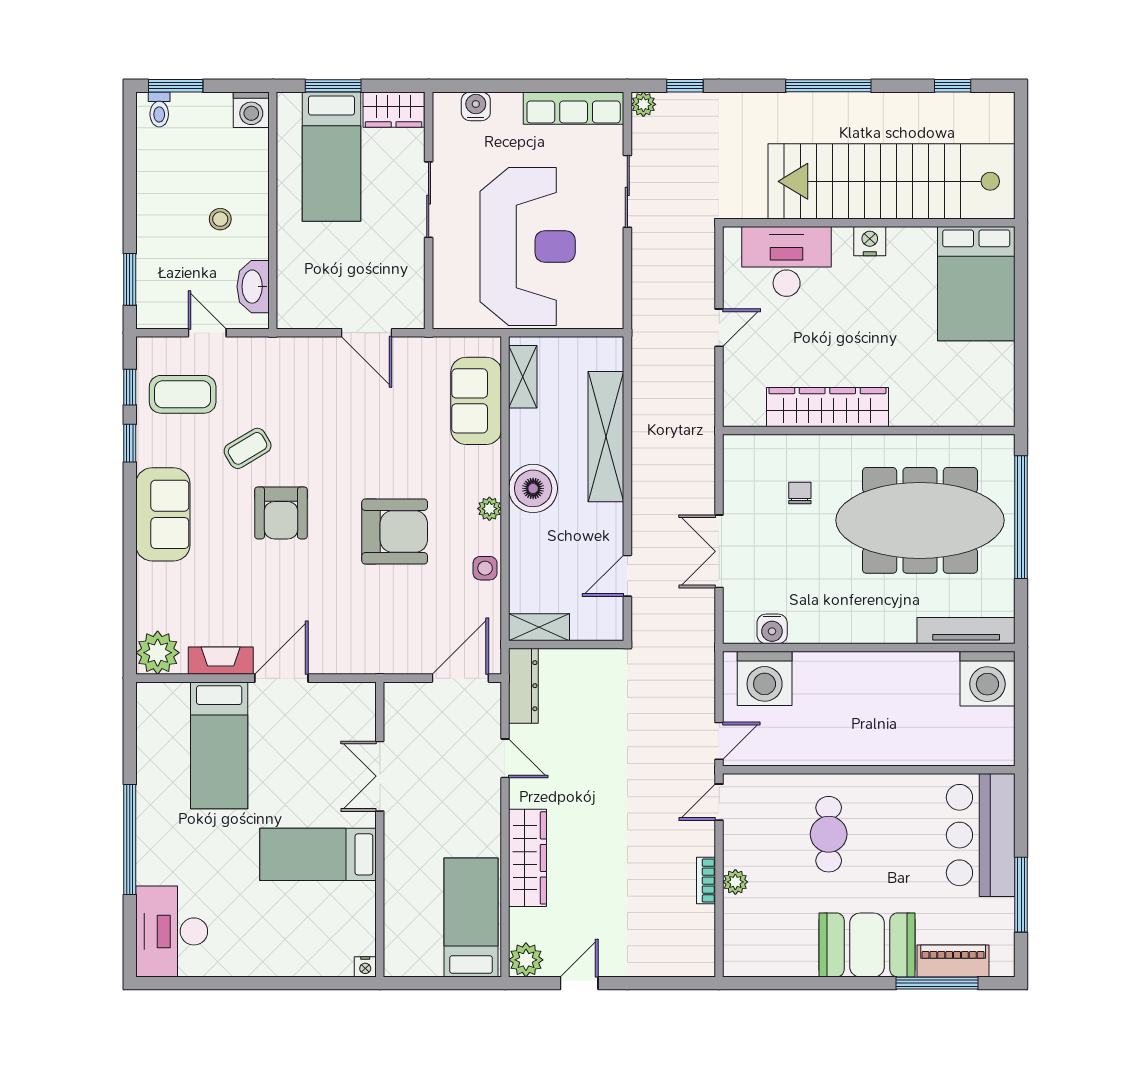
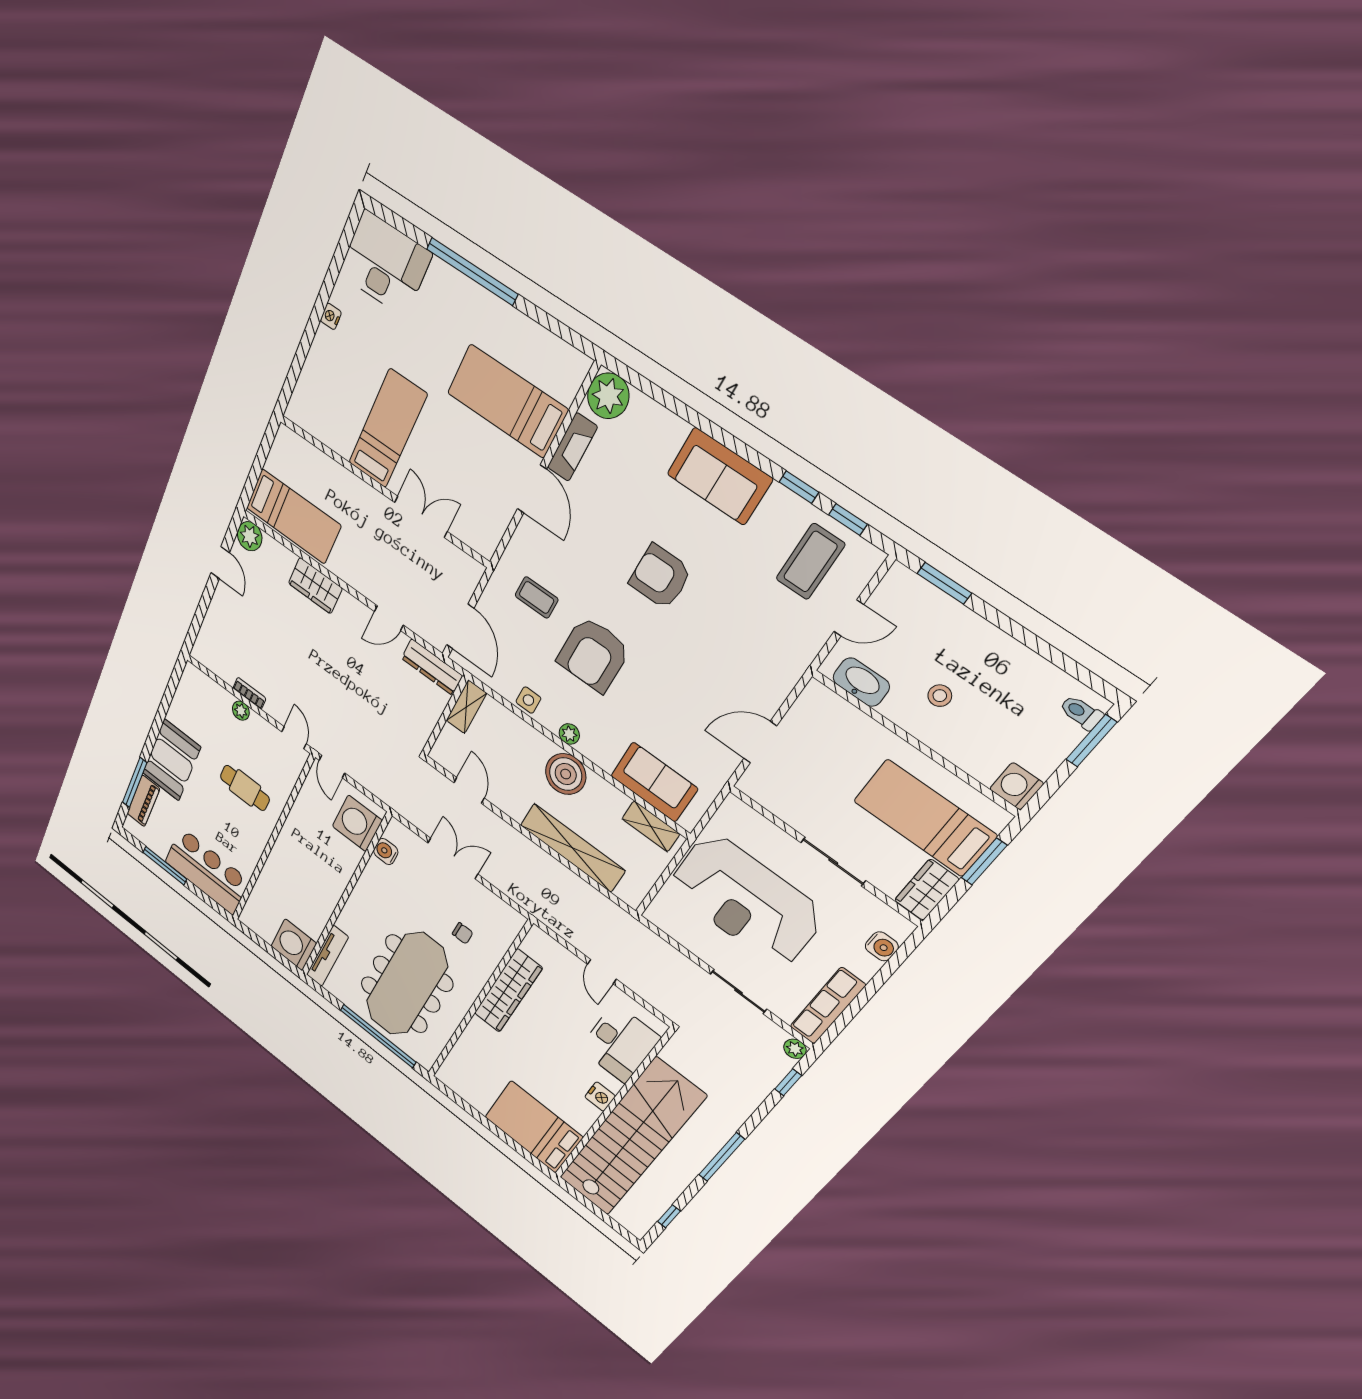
coffee table: (248, 448) -> (537, 597), moved, turned -59
wardrobe: (528, 858) -> (315, 586), width x0.67
nightstand: (365, 967) -> (331, 316), moved

